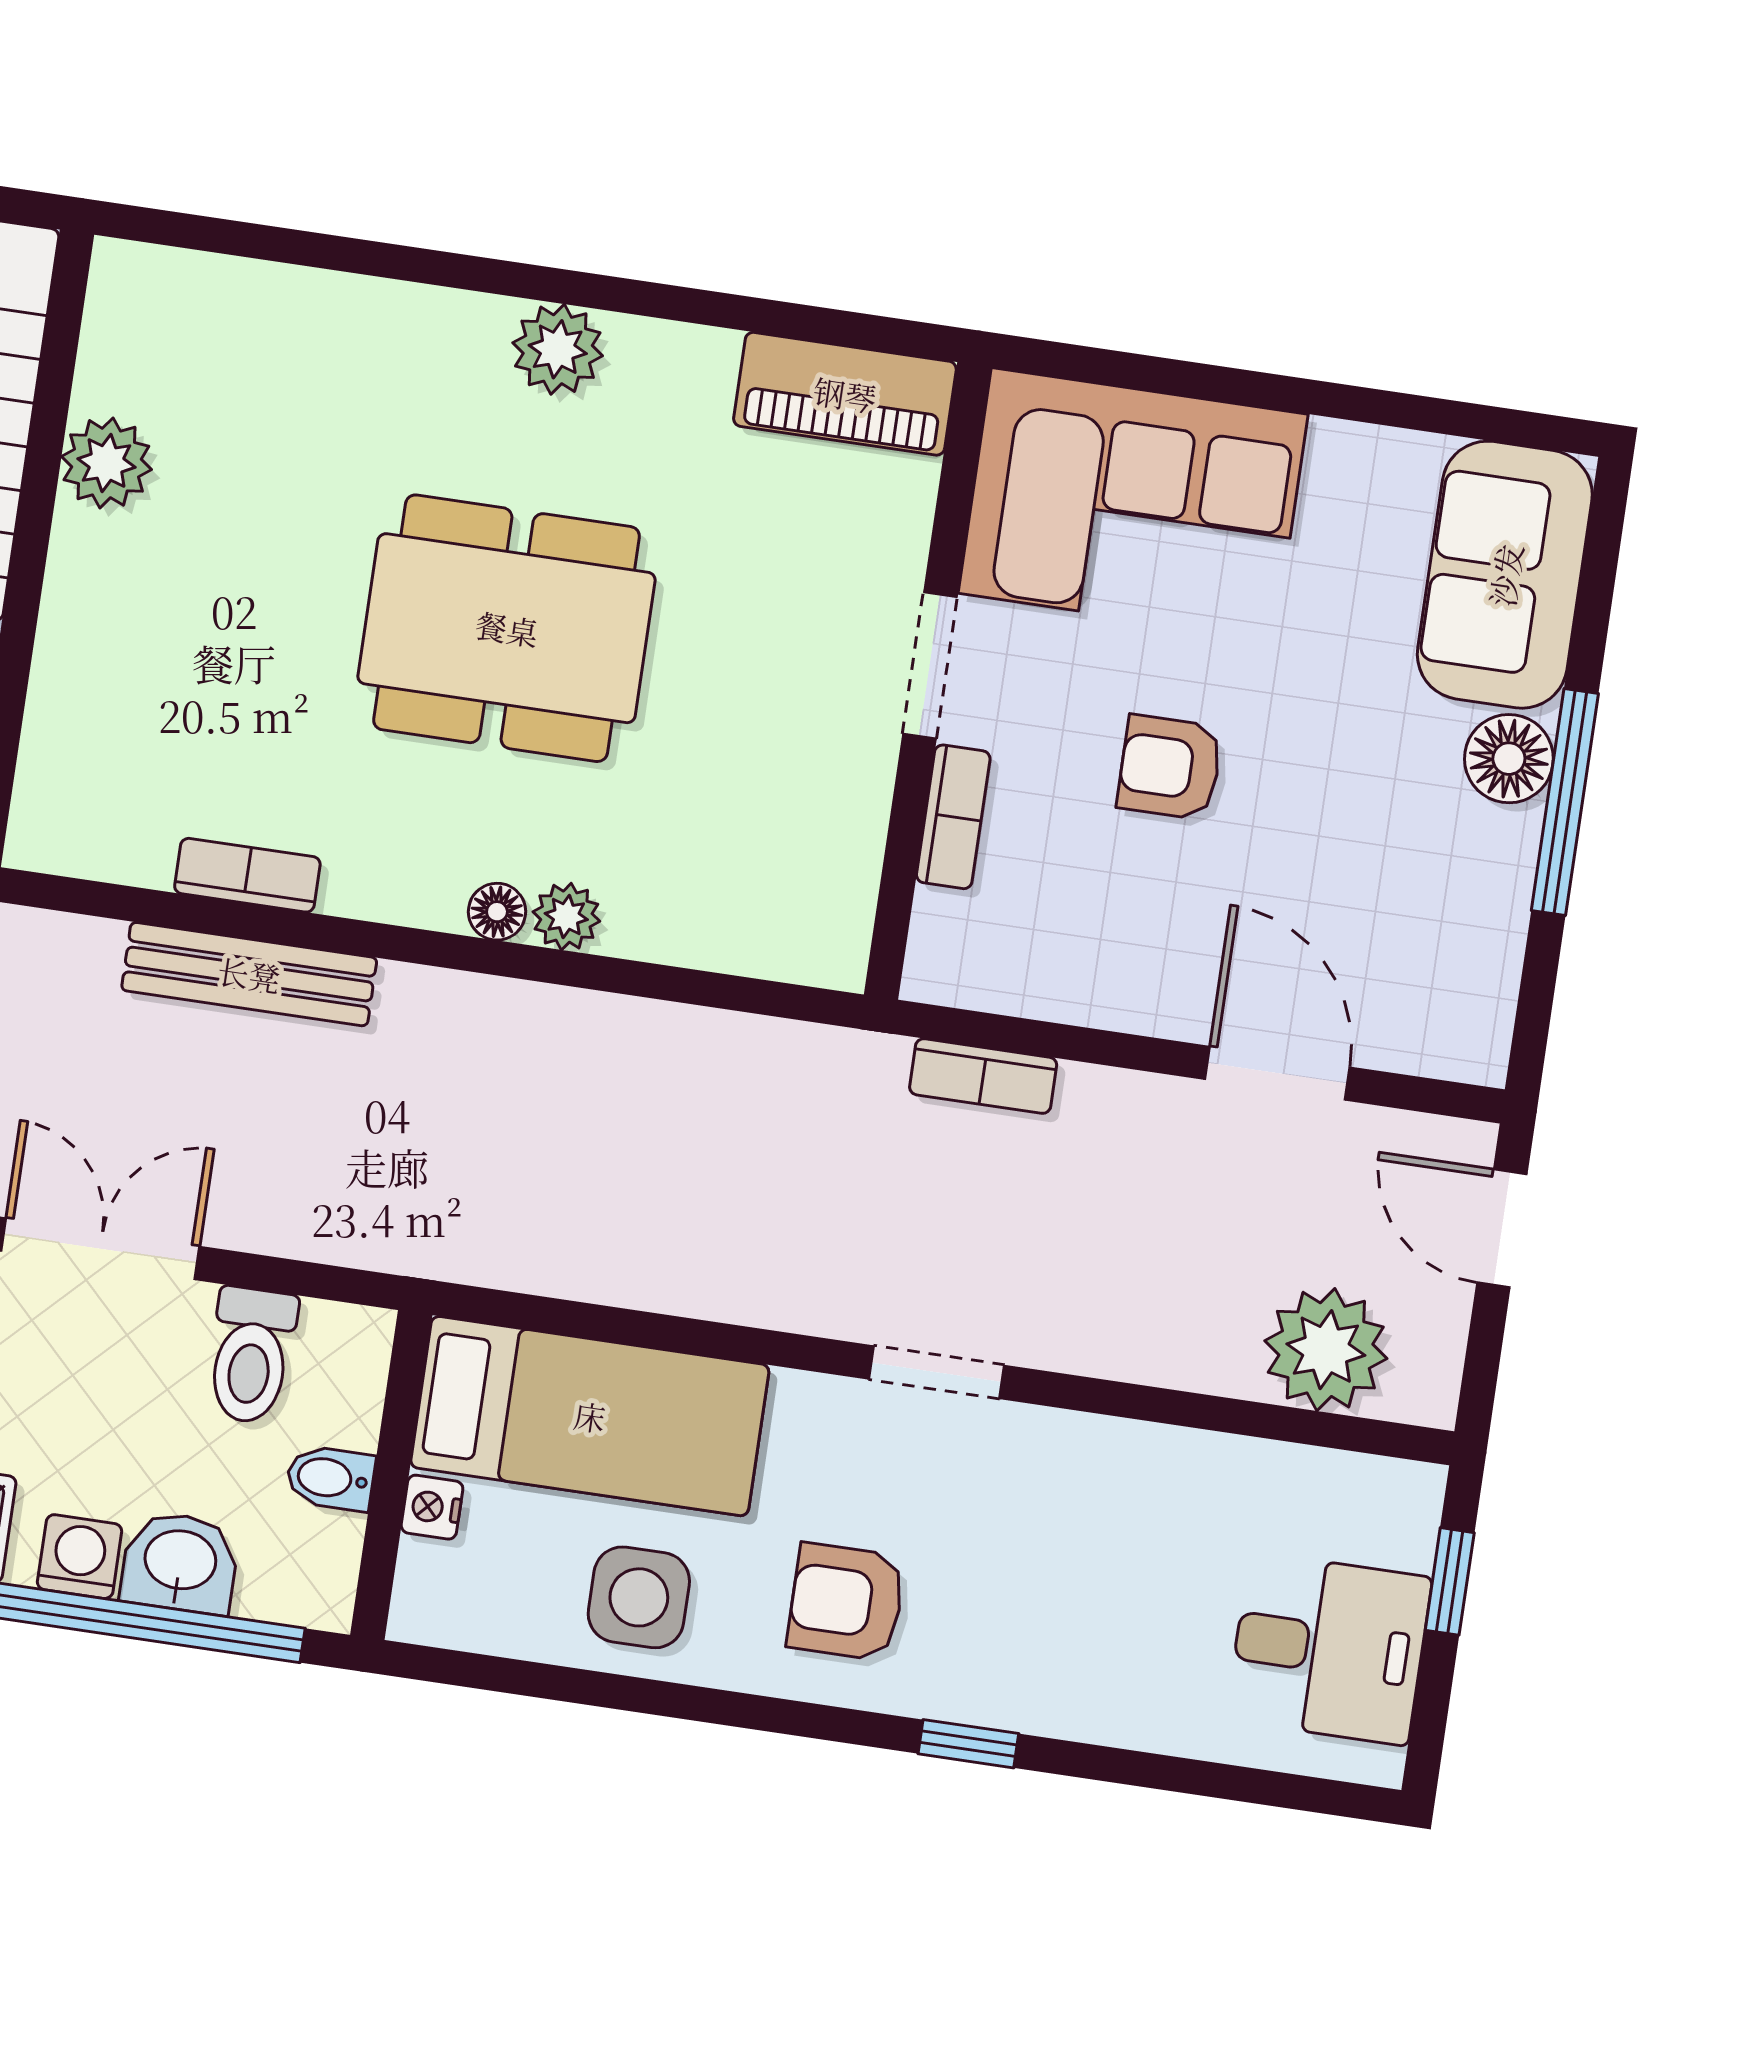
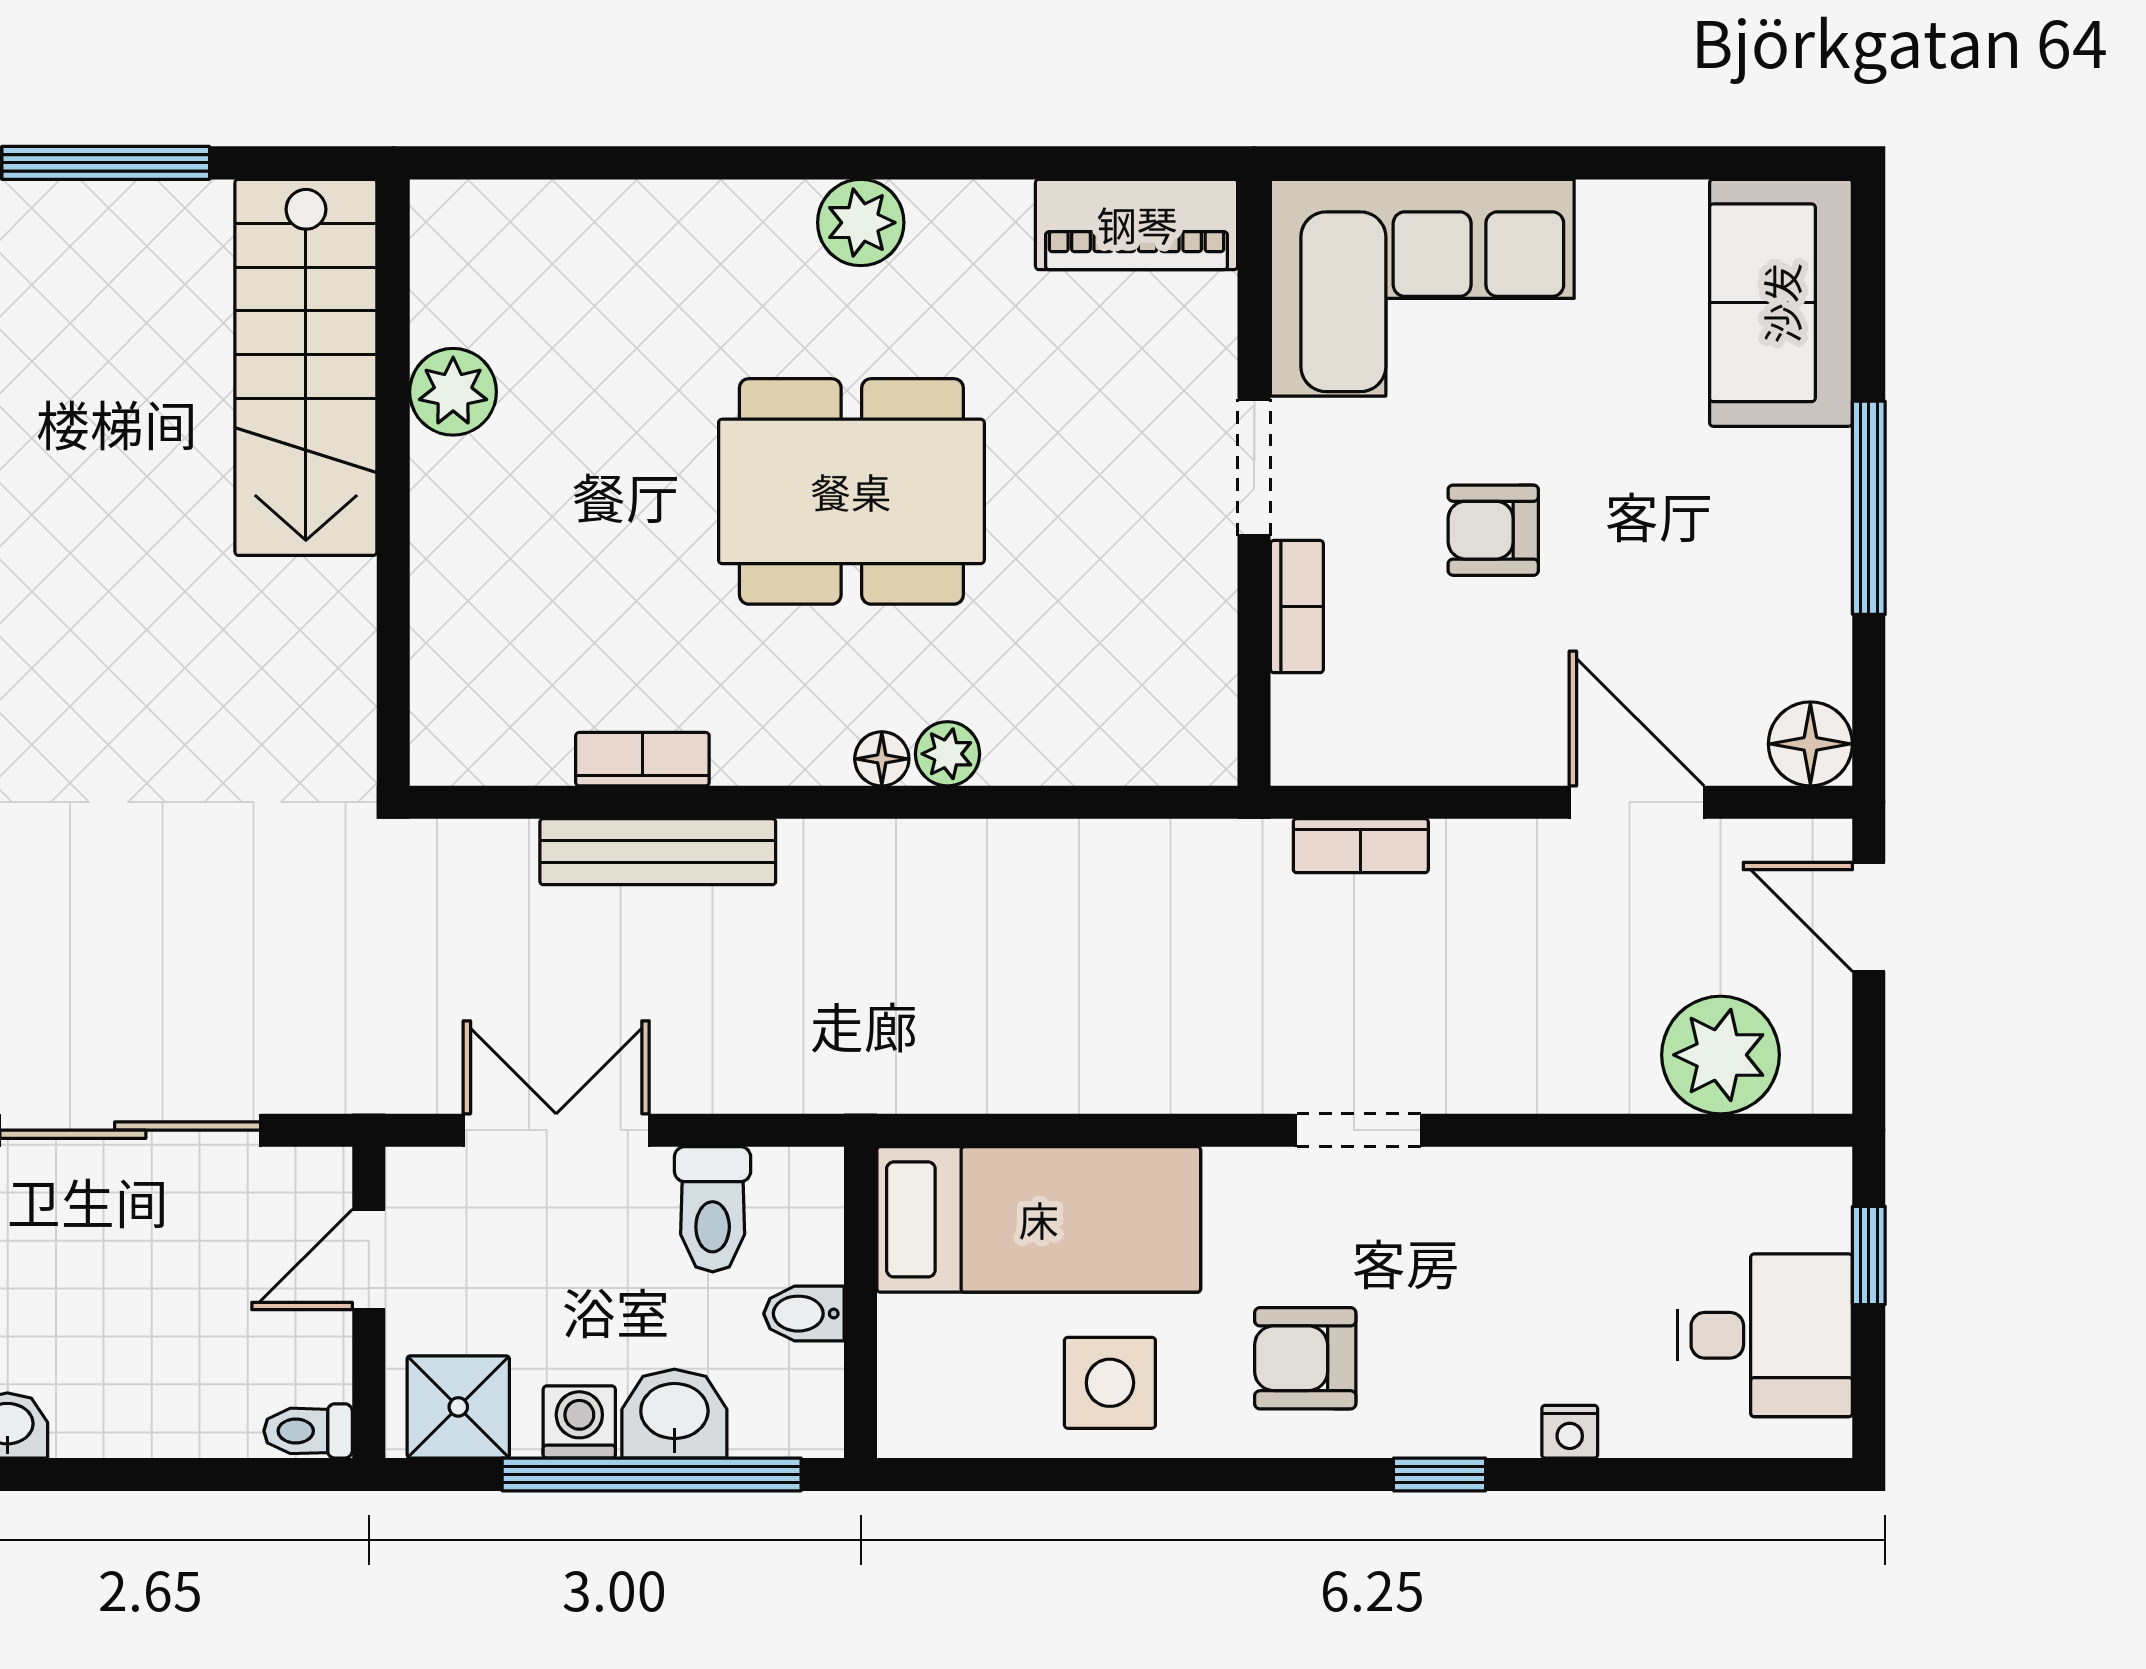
floor lamp: (1509, 759) -> (1810, 744), moved
nightstand: (432, 1507) -> (1570, 1432), moved, turned -90

